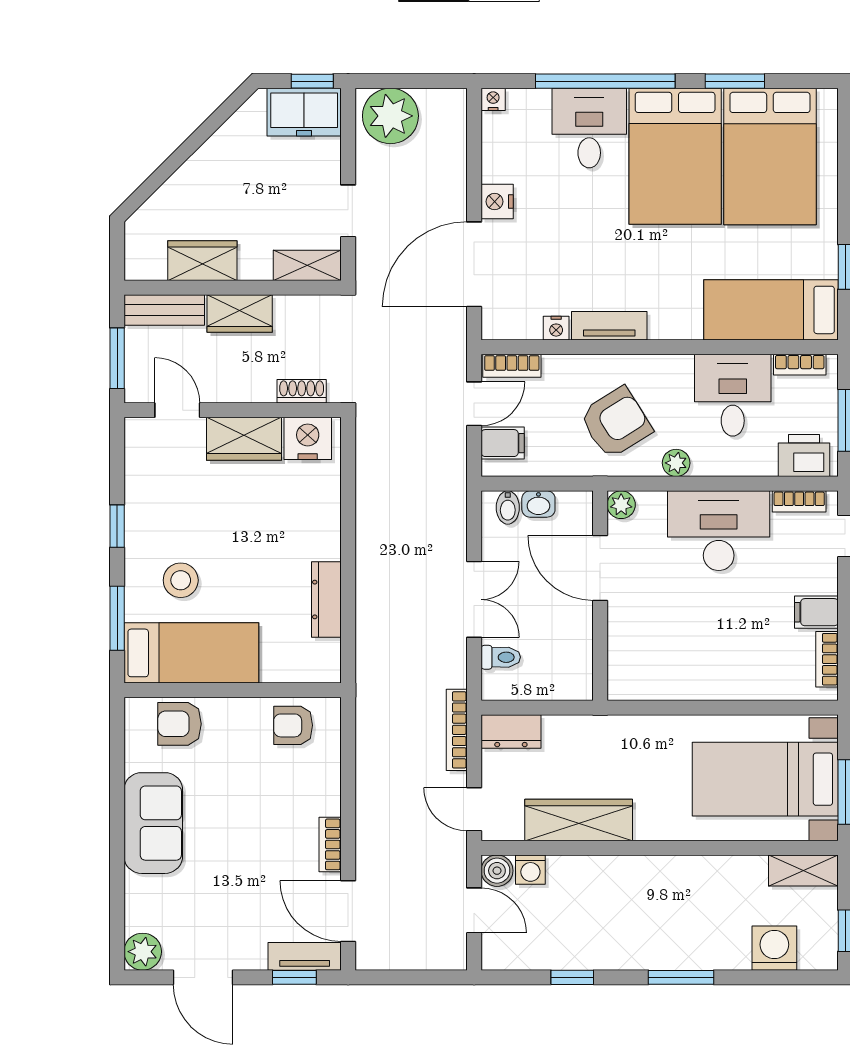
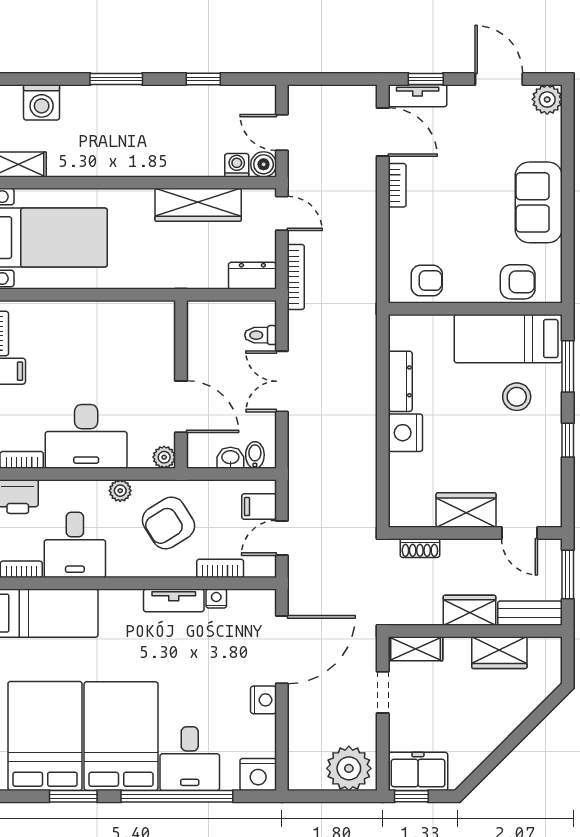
nightstand: (493, 99) -> (258, 774), width x1.89, depth x1.79
bookcase: (512, 366) -> (220, 568), moved
nightstand: (308, 438) -> (405, 433), moved, turned 90

